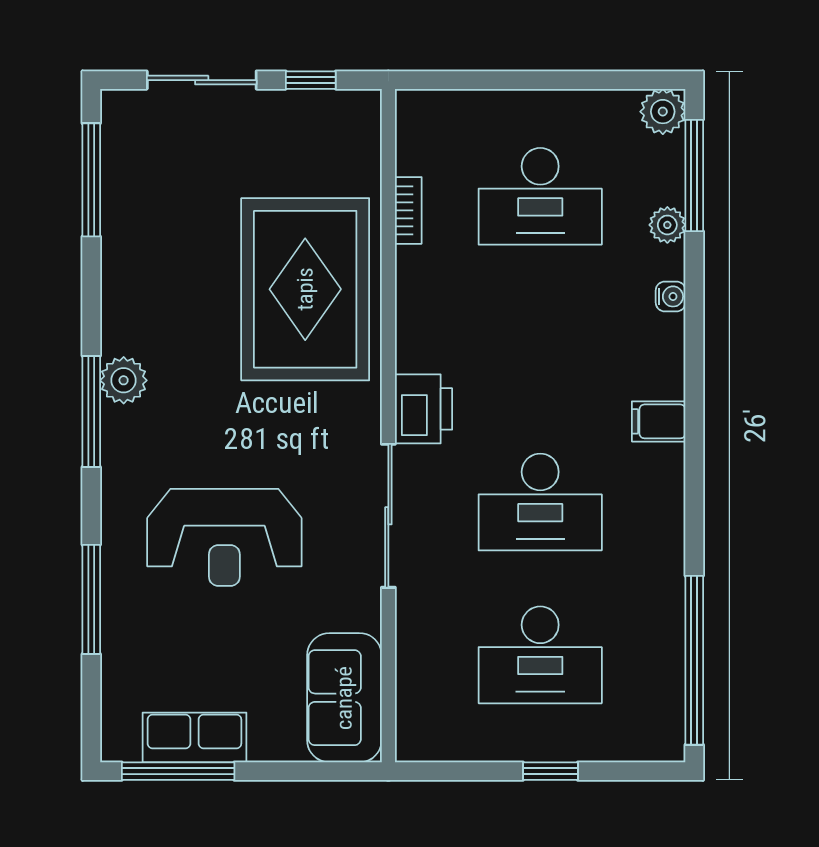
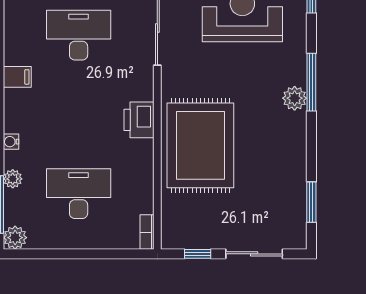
window: (91, 180) -> (311, 202), width x0.69
bookcase: (408, 210) -> (147, 232), moved
printer: (424, 409) -> (139, 120), moved

